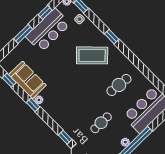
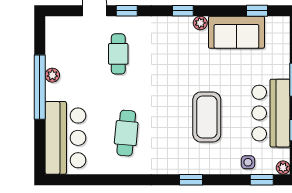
coffee table: (92, 55) -> (207, 117), moved, turned -45
window: (33, 105) -> (183, 11), moved
cafe table: (101, 123) -> (118, 54), moved

